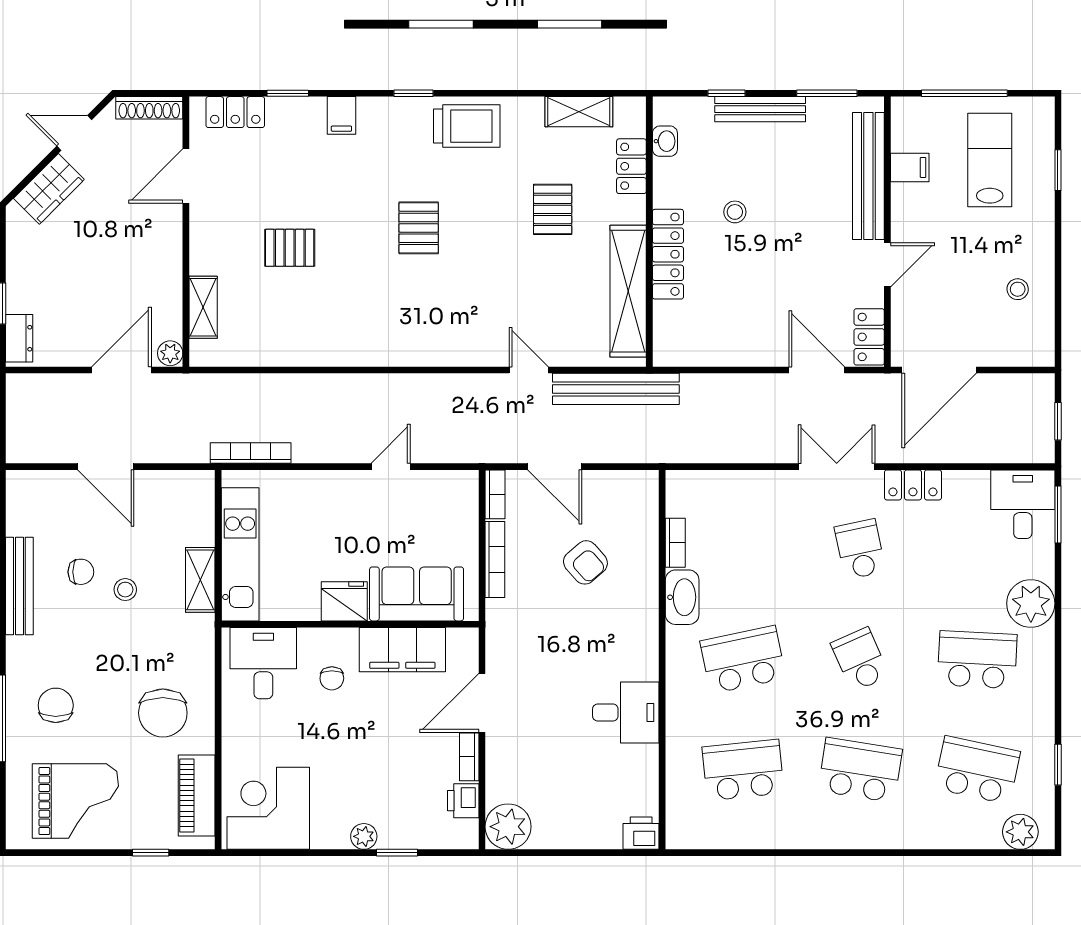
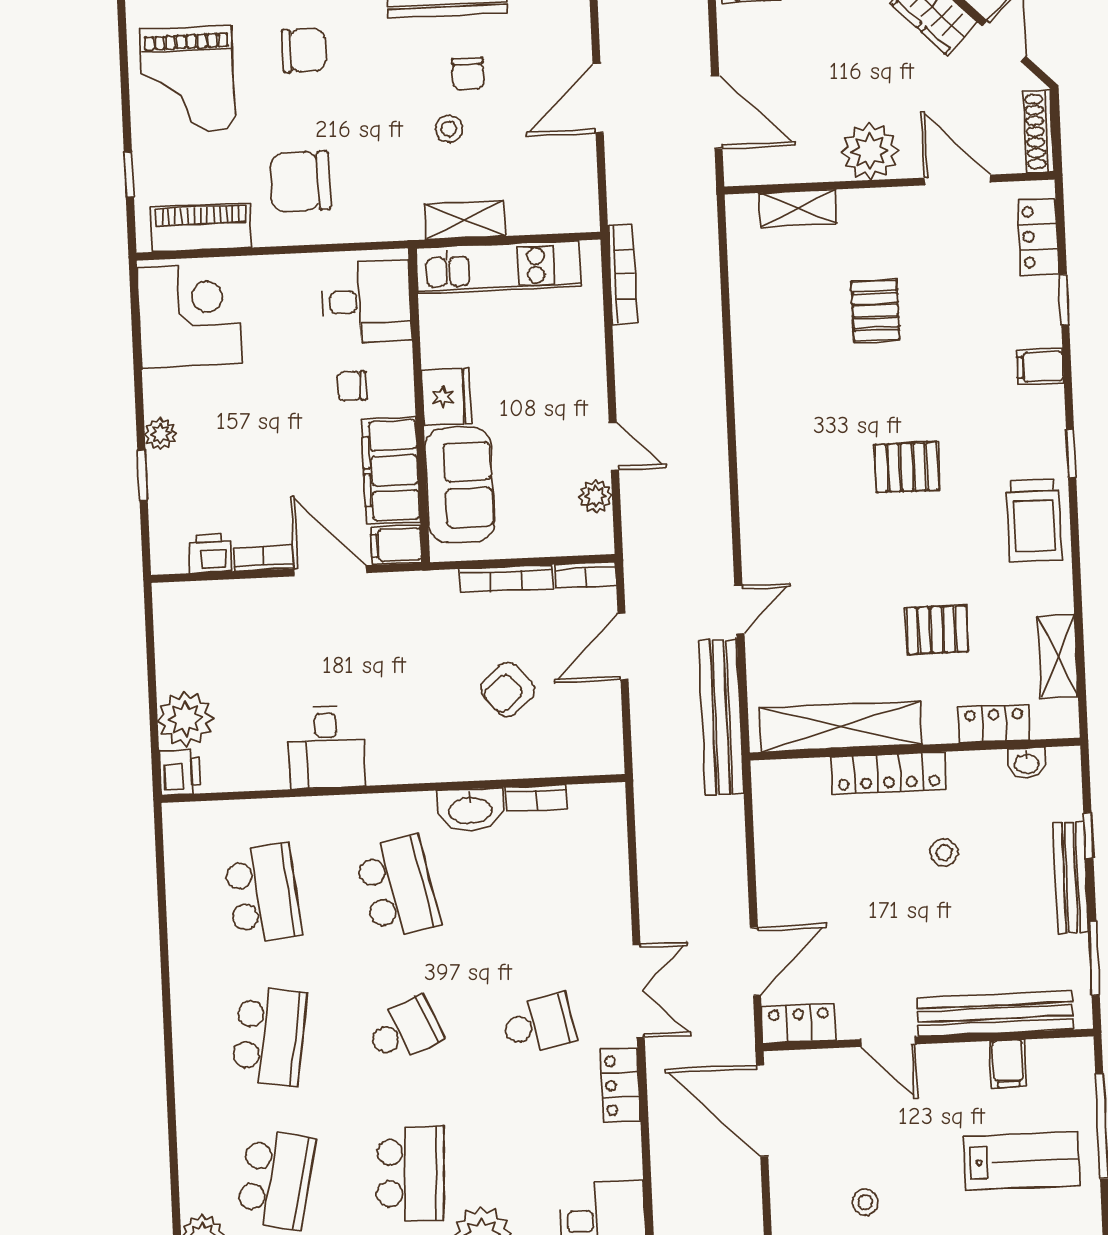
plant: (170, 353) -> (870, 151), moved, width x1.88, depth x1.88
plant: (431, 483) -> (595, 496), added
filing cabinet: (463, 648) -> (396, 545), added
plant: (508, 827) -> (185, 719), moved

